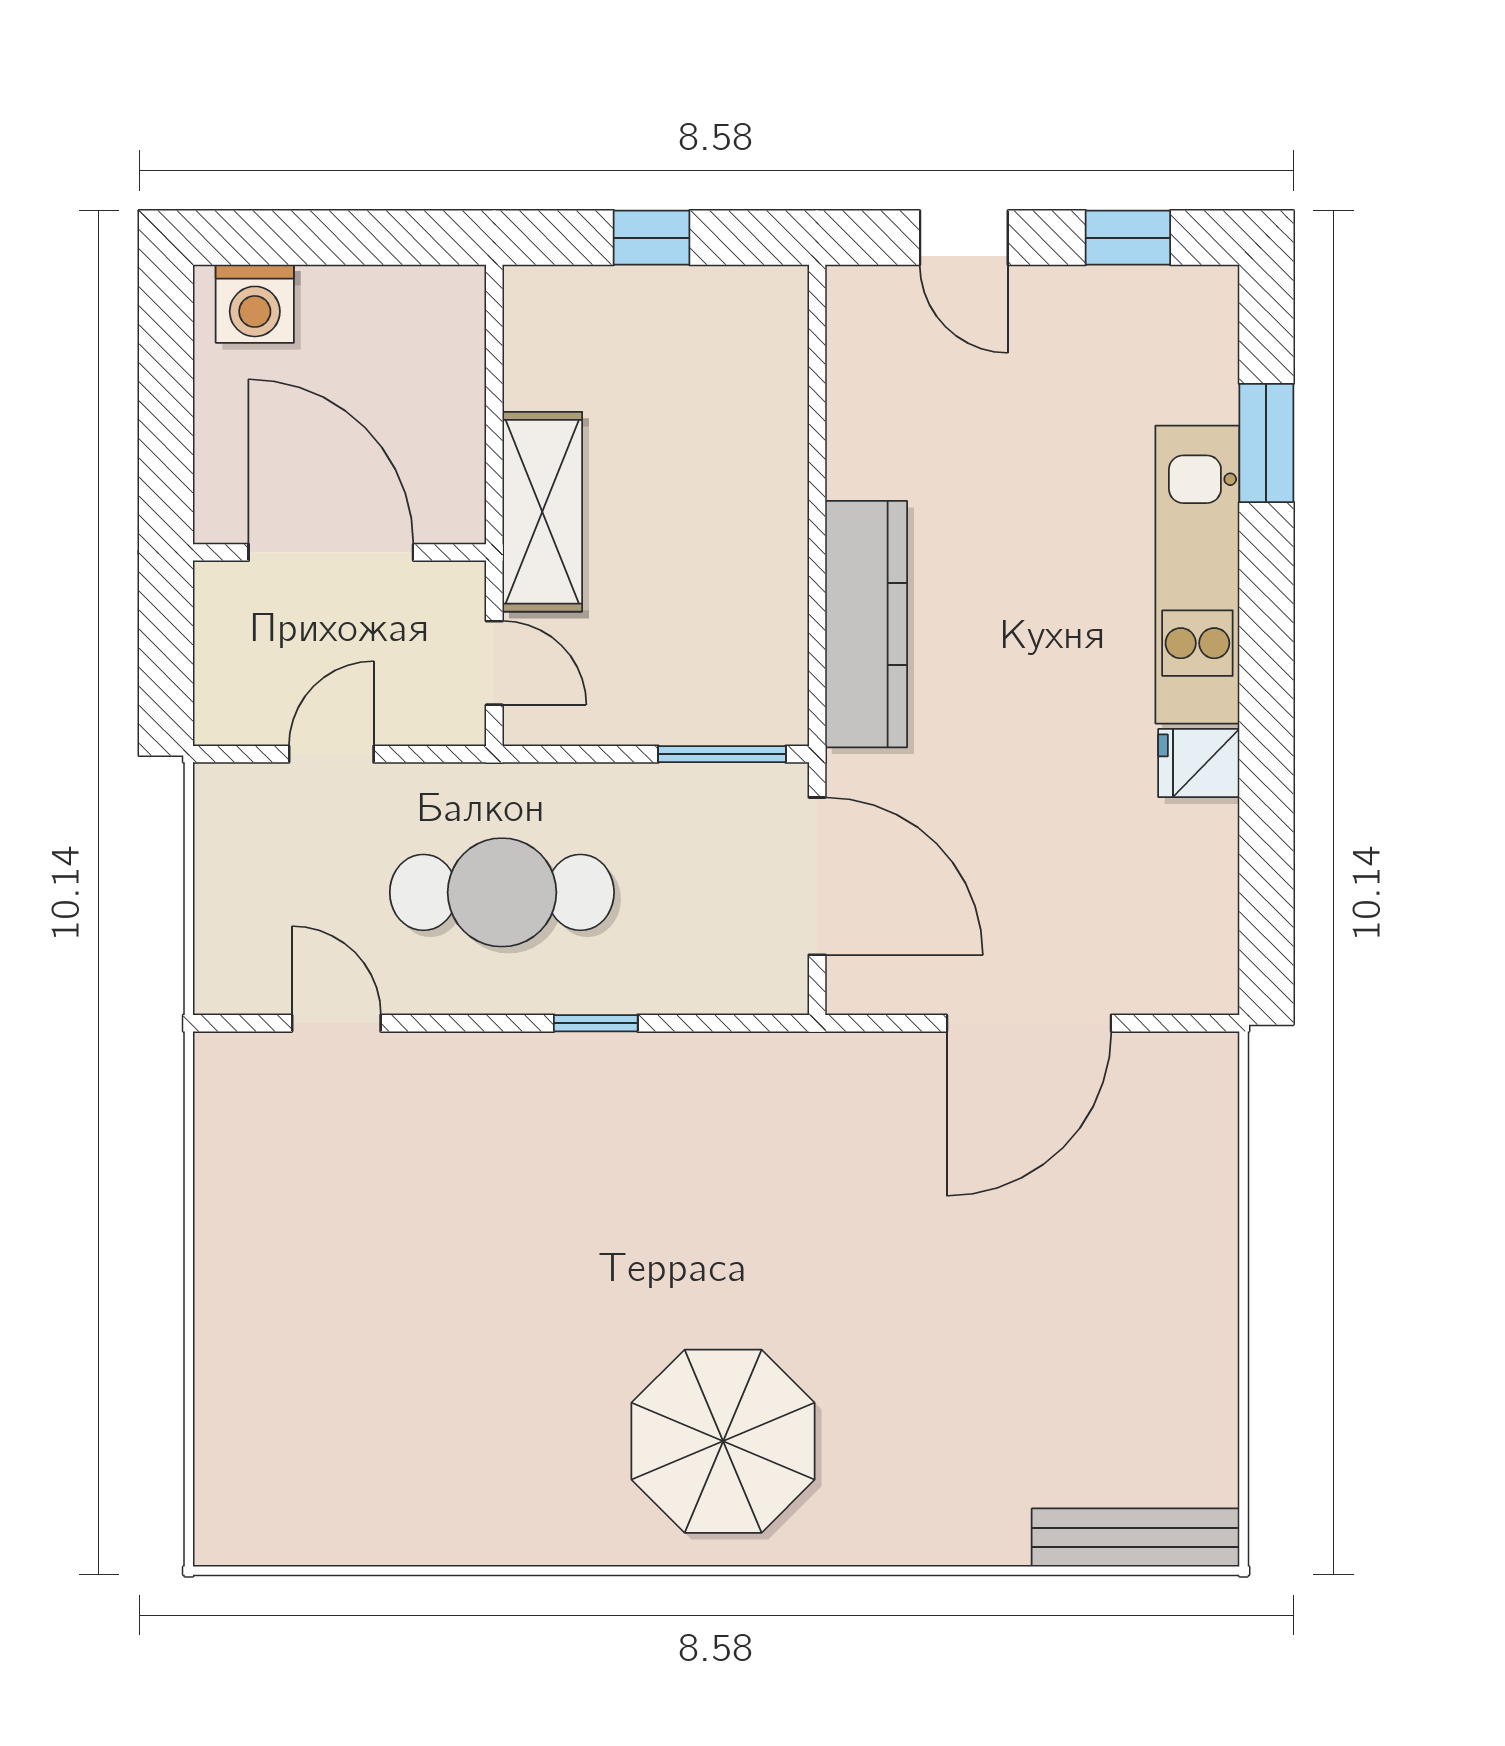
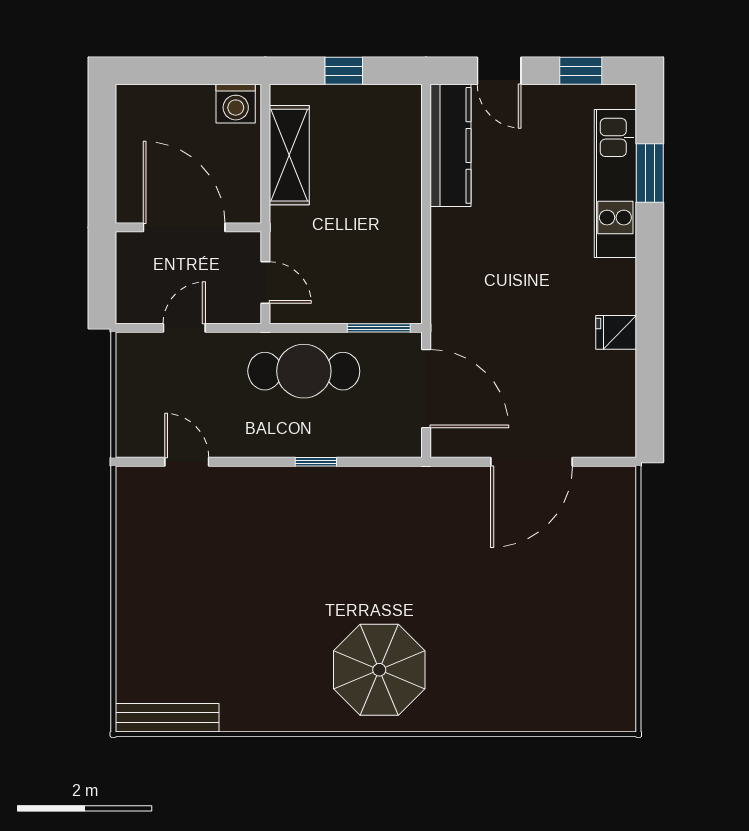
washing machine: (255, 304) -> (236, 104), moved
shelving: (542, 512) -> (289, 155), moved
kitchen unit: (1197, 575) -> (615, 183), moved
kitchen counter: (866, 624) -> (450, 145), moved
cafe table: (502, 892) -> (304, 371), moved
bench: (1136, 1538) -> (167, 718), moved

